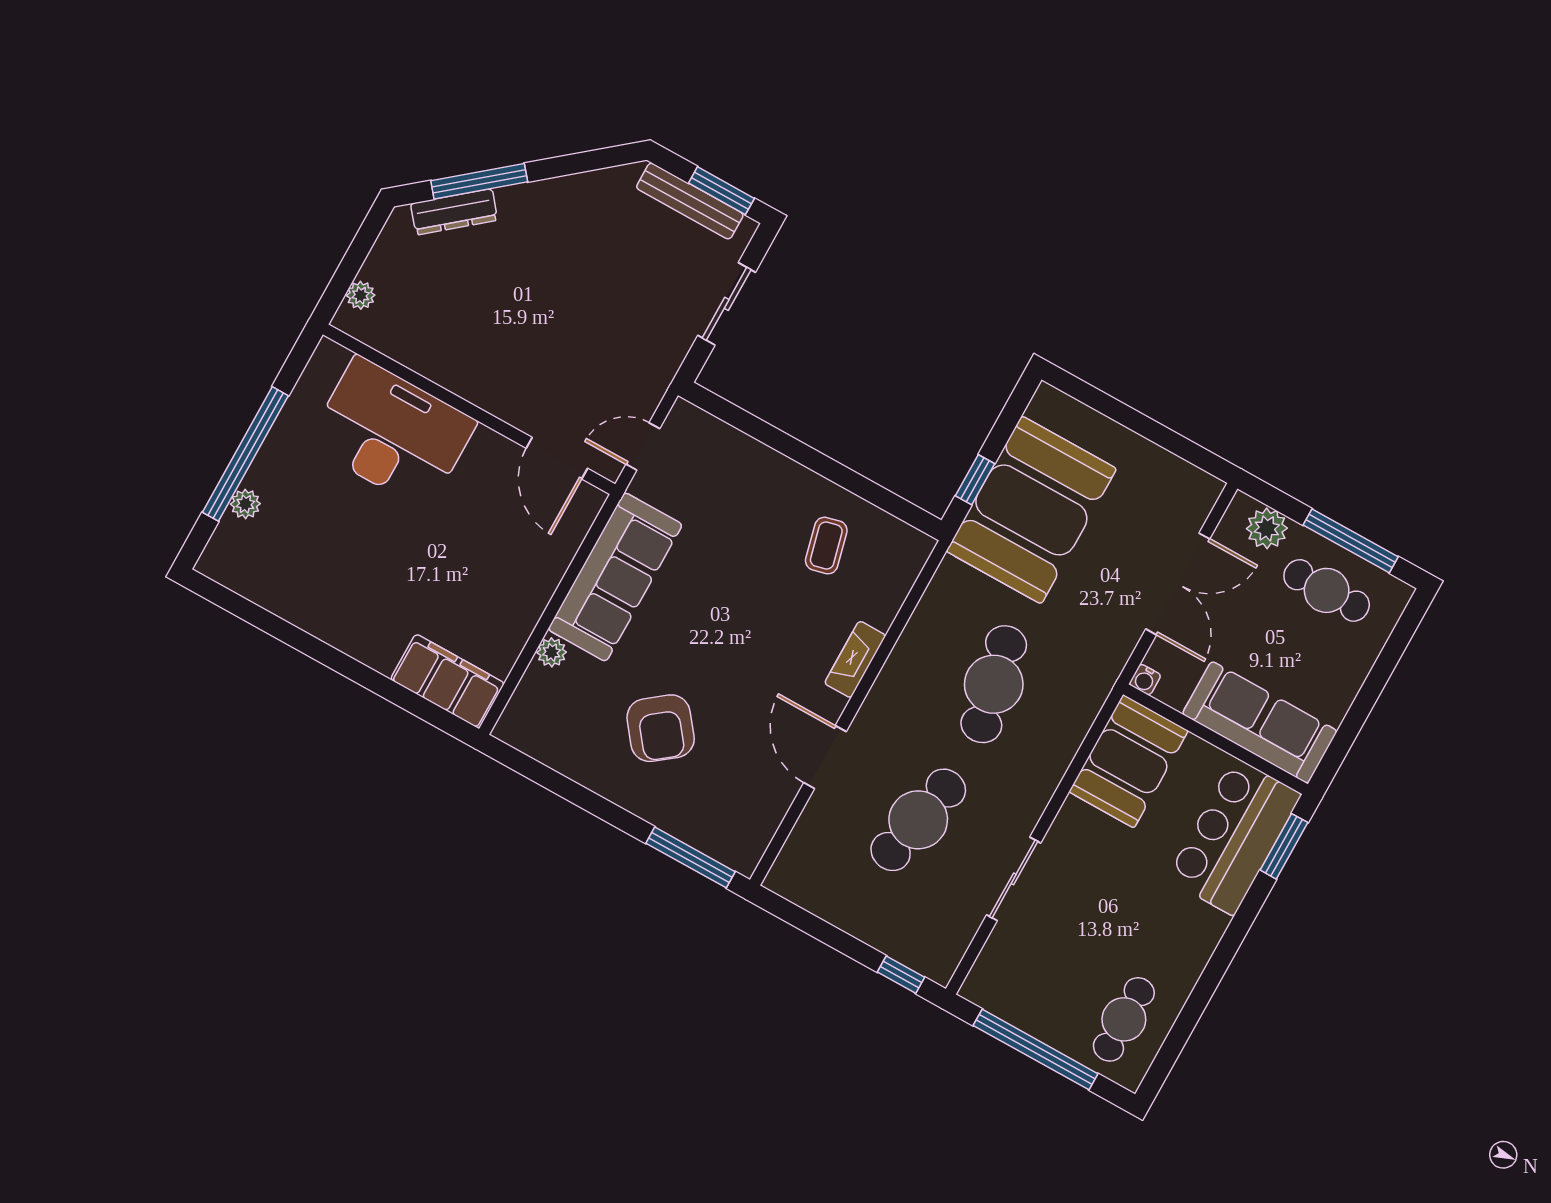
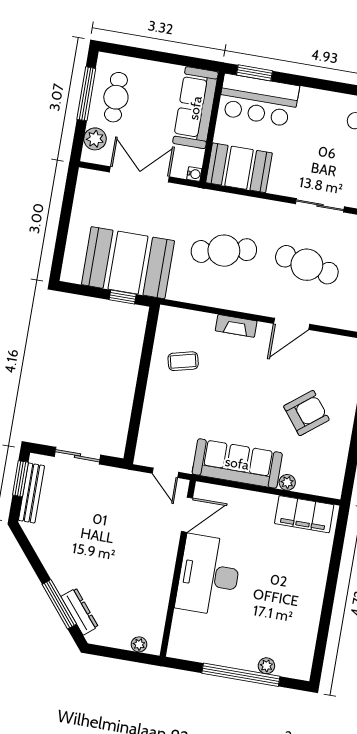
desk: (392, 433) -> (209, 575), moved
filing cabinet: (447, 681) -> (304, 514), moved, turned -90

